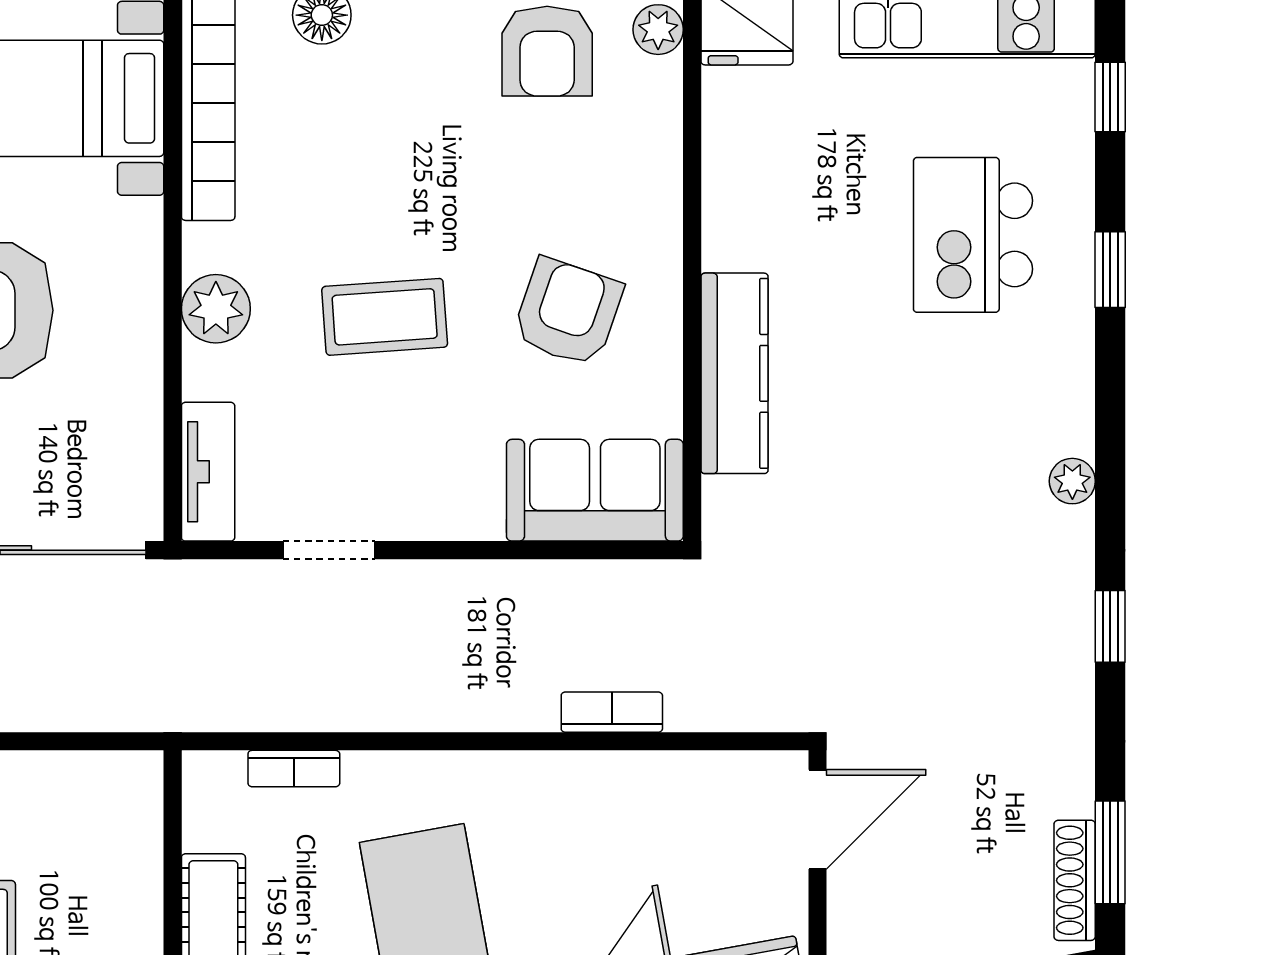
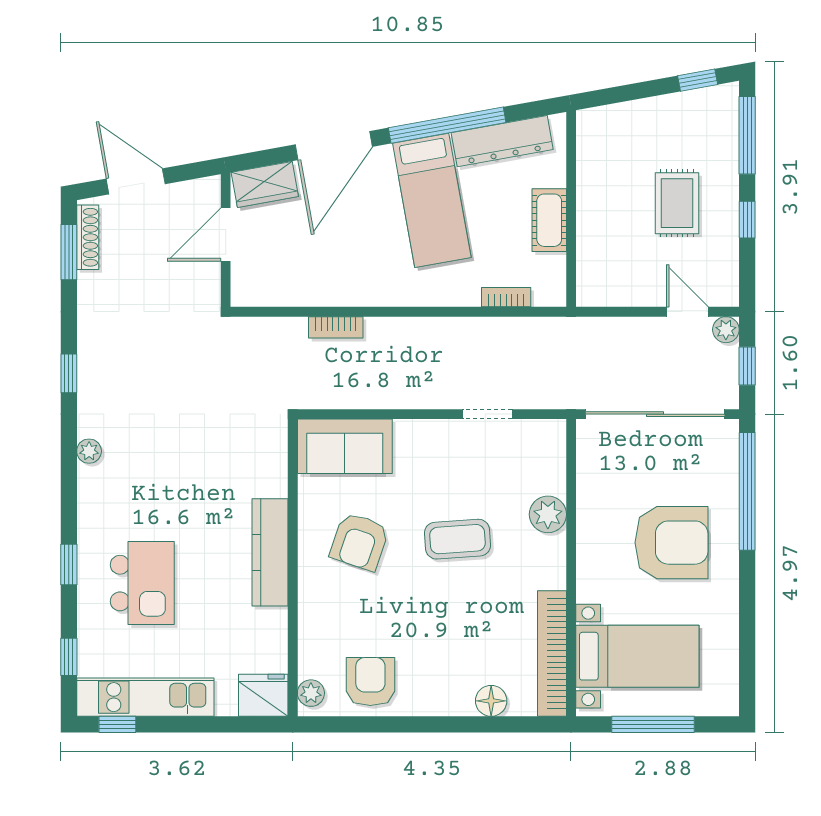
plant: (216, 309) -> (548, 514), moved
kitchen counter: (734, 373) -> (270, 552), moved
tv unit: (208, 472) -> (552, 456), removed
door: (817, 819) -> (226, 235), moved

